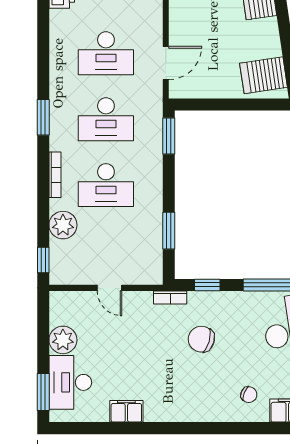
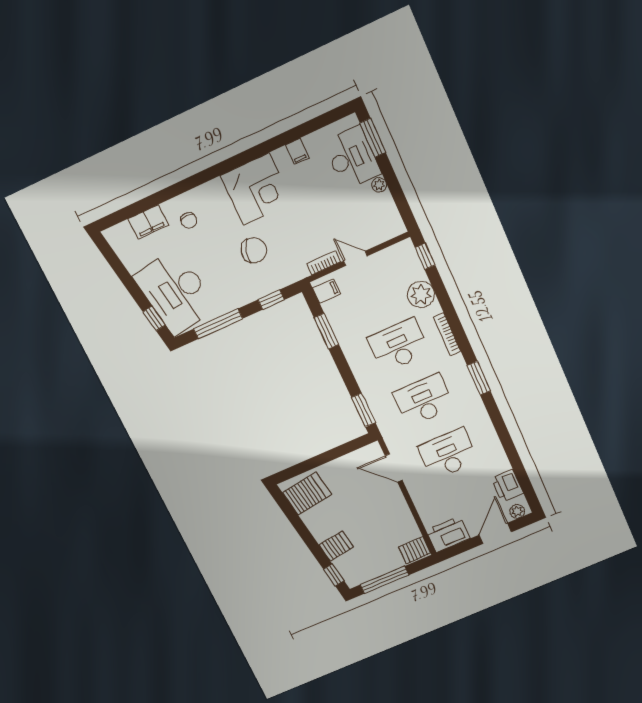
door: (166, 63) -> (394, 468), hinge flipped
filing cabinet: (151, 269) -> (327, 291), added
bookcase: (170, 297) -> (324, 263), moved
plant: (63, 340) -> (379, 185), width x0.53, depth x0.53
corner desk: (172, 395) -> (256, 189), added
chair: (249, 395) -> (189, 220), turned -113
filing cabinet: (126, 411) -> (297, 151), width x0.50

